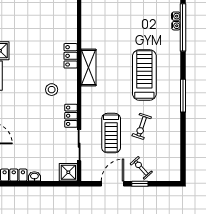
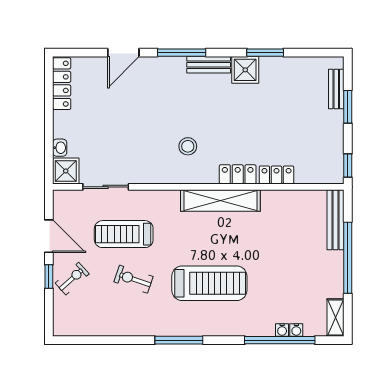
shelving: (88, 67) -> (220, 201), width x1.47
locker: (71, 116) -> (276, 175), moved
washbasin: (34, 176) -> (60, 148), moved

